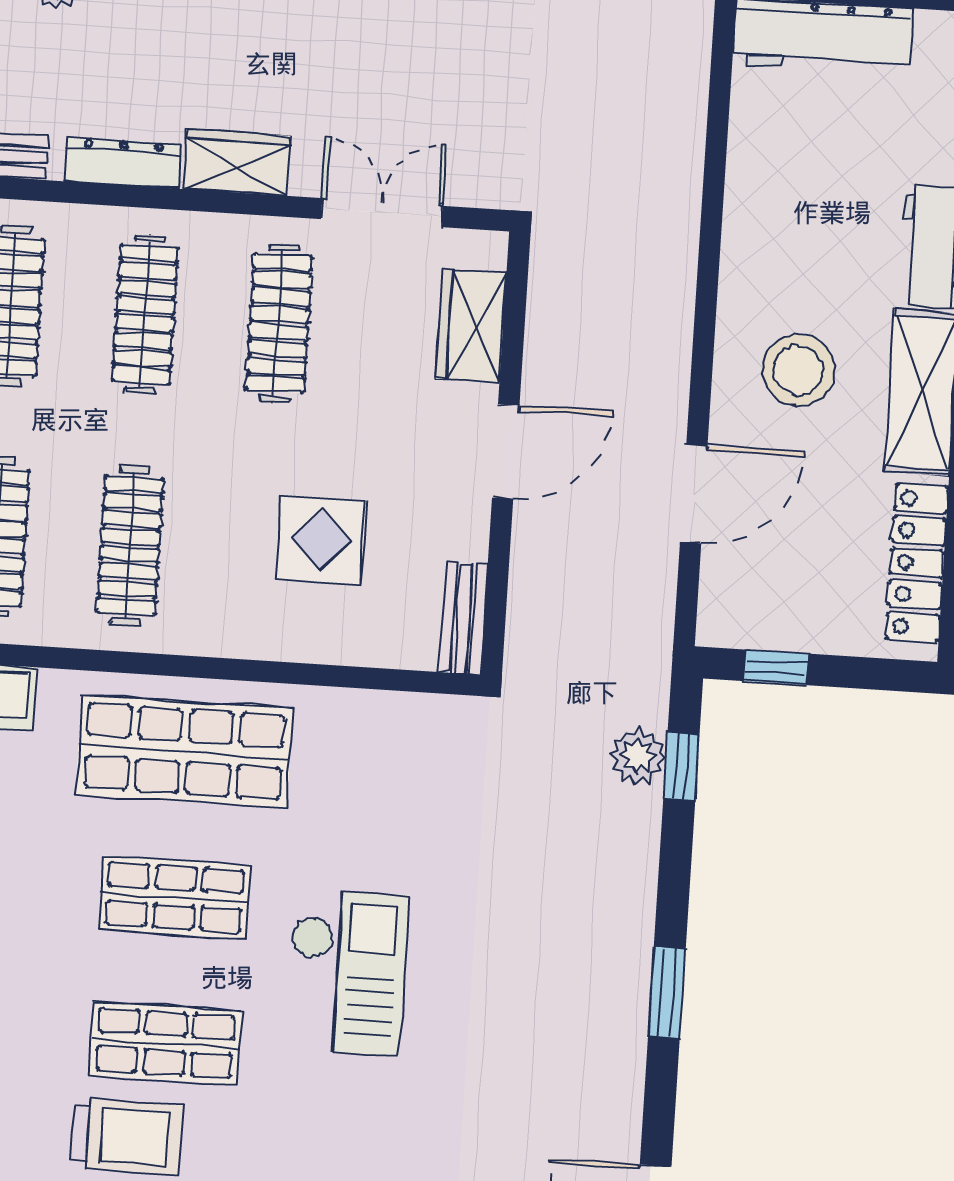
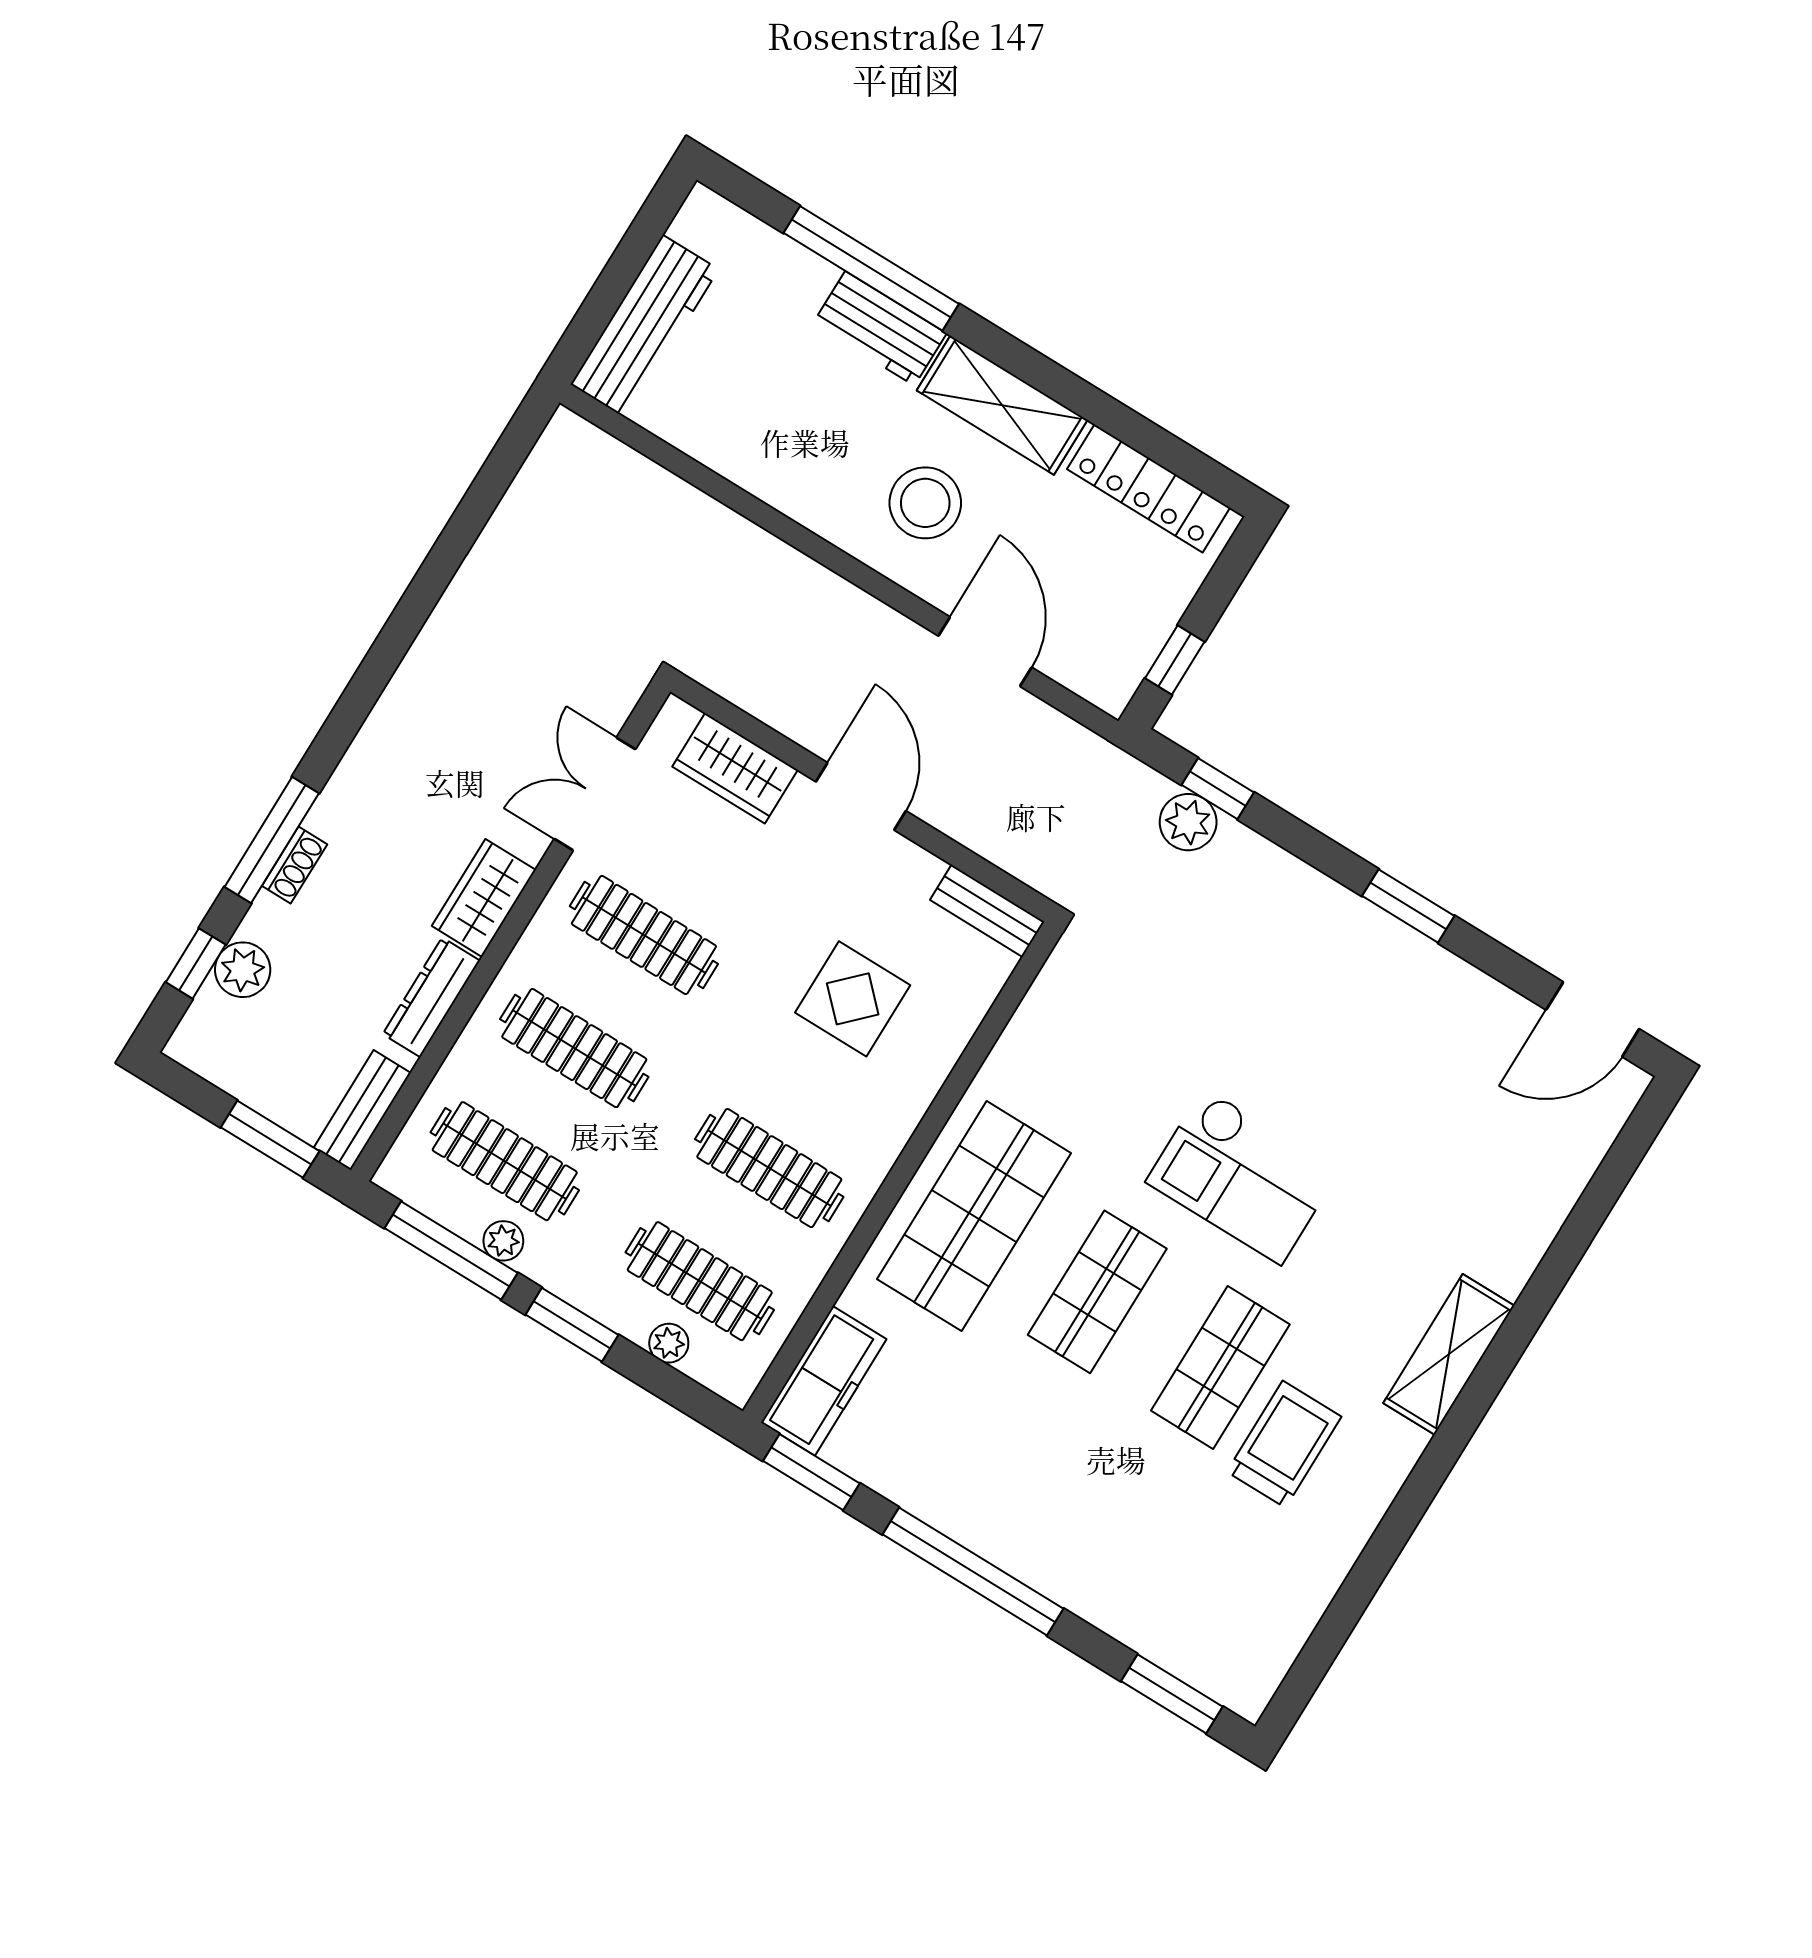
checkout: (347, 972) -> (1243, 1176), turned 180

